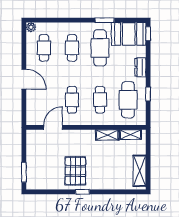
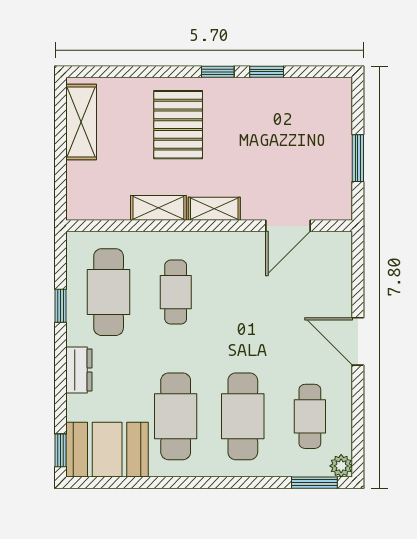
window: (105, 20) -> (314, 483), moved
cafe table: (72, 48) -> (243, 416), width x1.37, depth x1.35
cafe table: (72, 100) -> (243, 292), removed
shelving: (131, 135) -> (214, 209), moved
pallet: (75, 171) -> (178, 125), moved
window: (24, 172) -> (358, 158), moved
window: (62, 192) -> (267, 72), added

